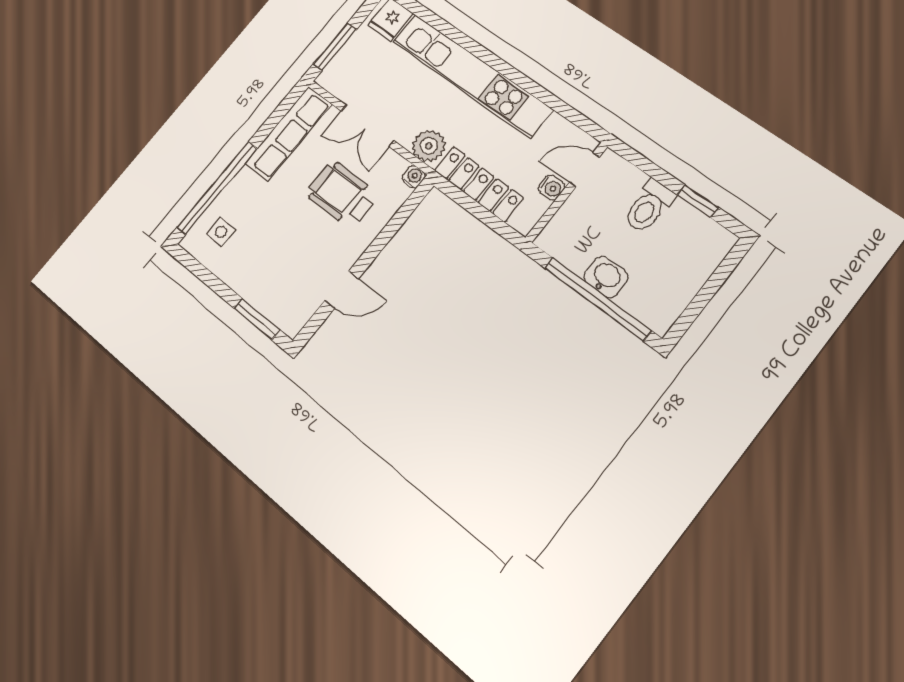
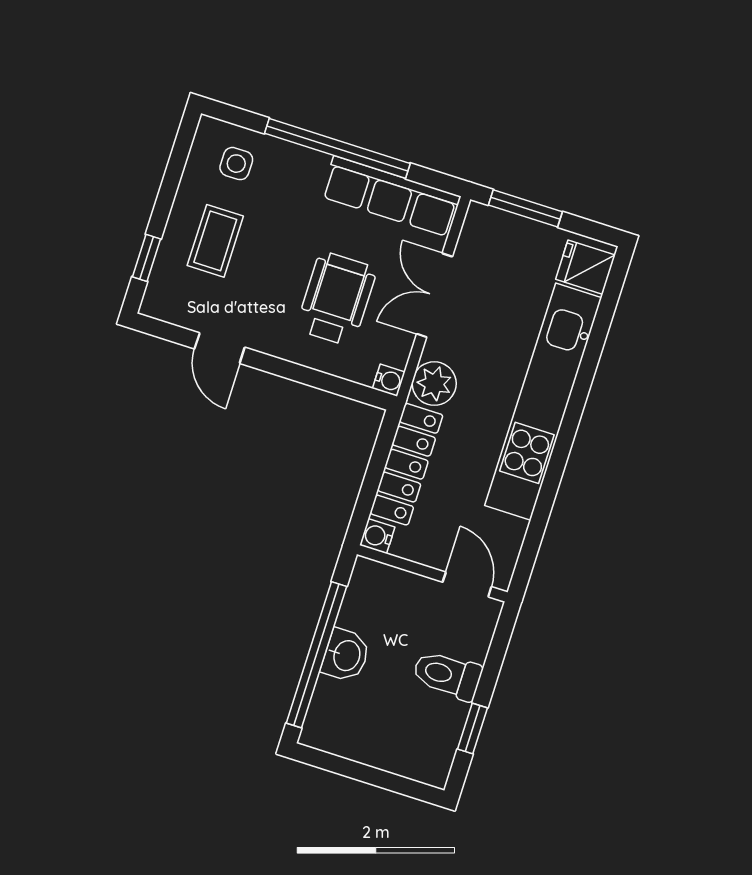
window: (217, 188) -> (337, 148), moved
water cooler: (552, 188) -> (377, 536), moved, turned 90
coffee table: (266, 265) -> (215, 241), added
window: (257, 319) -> (147, 258), width x0.67

